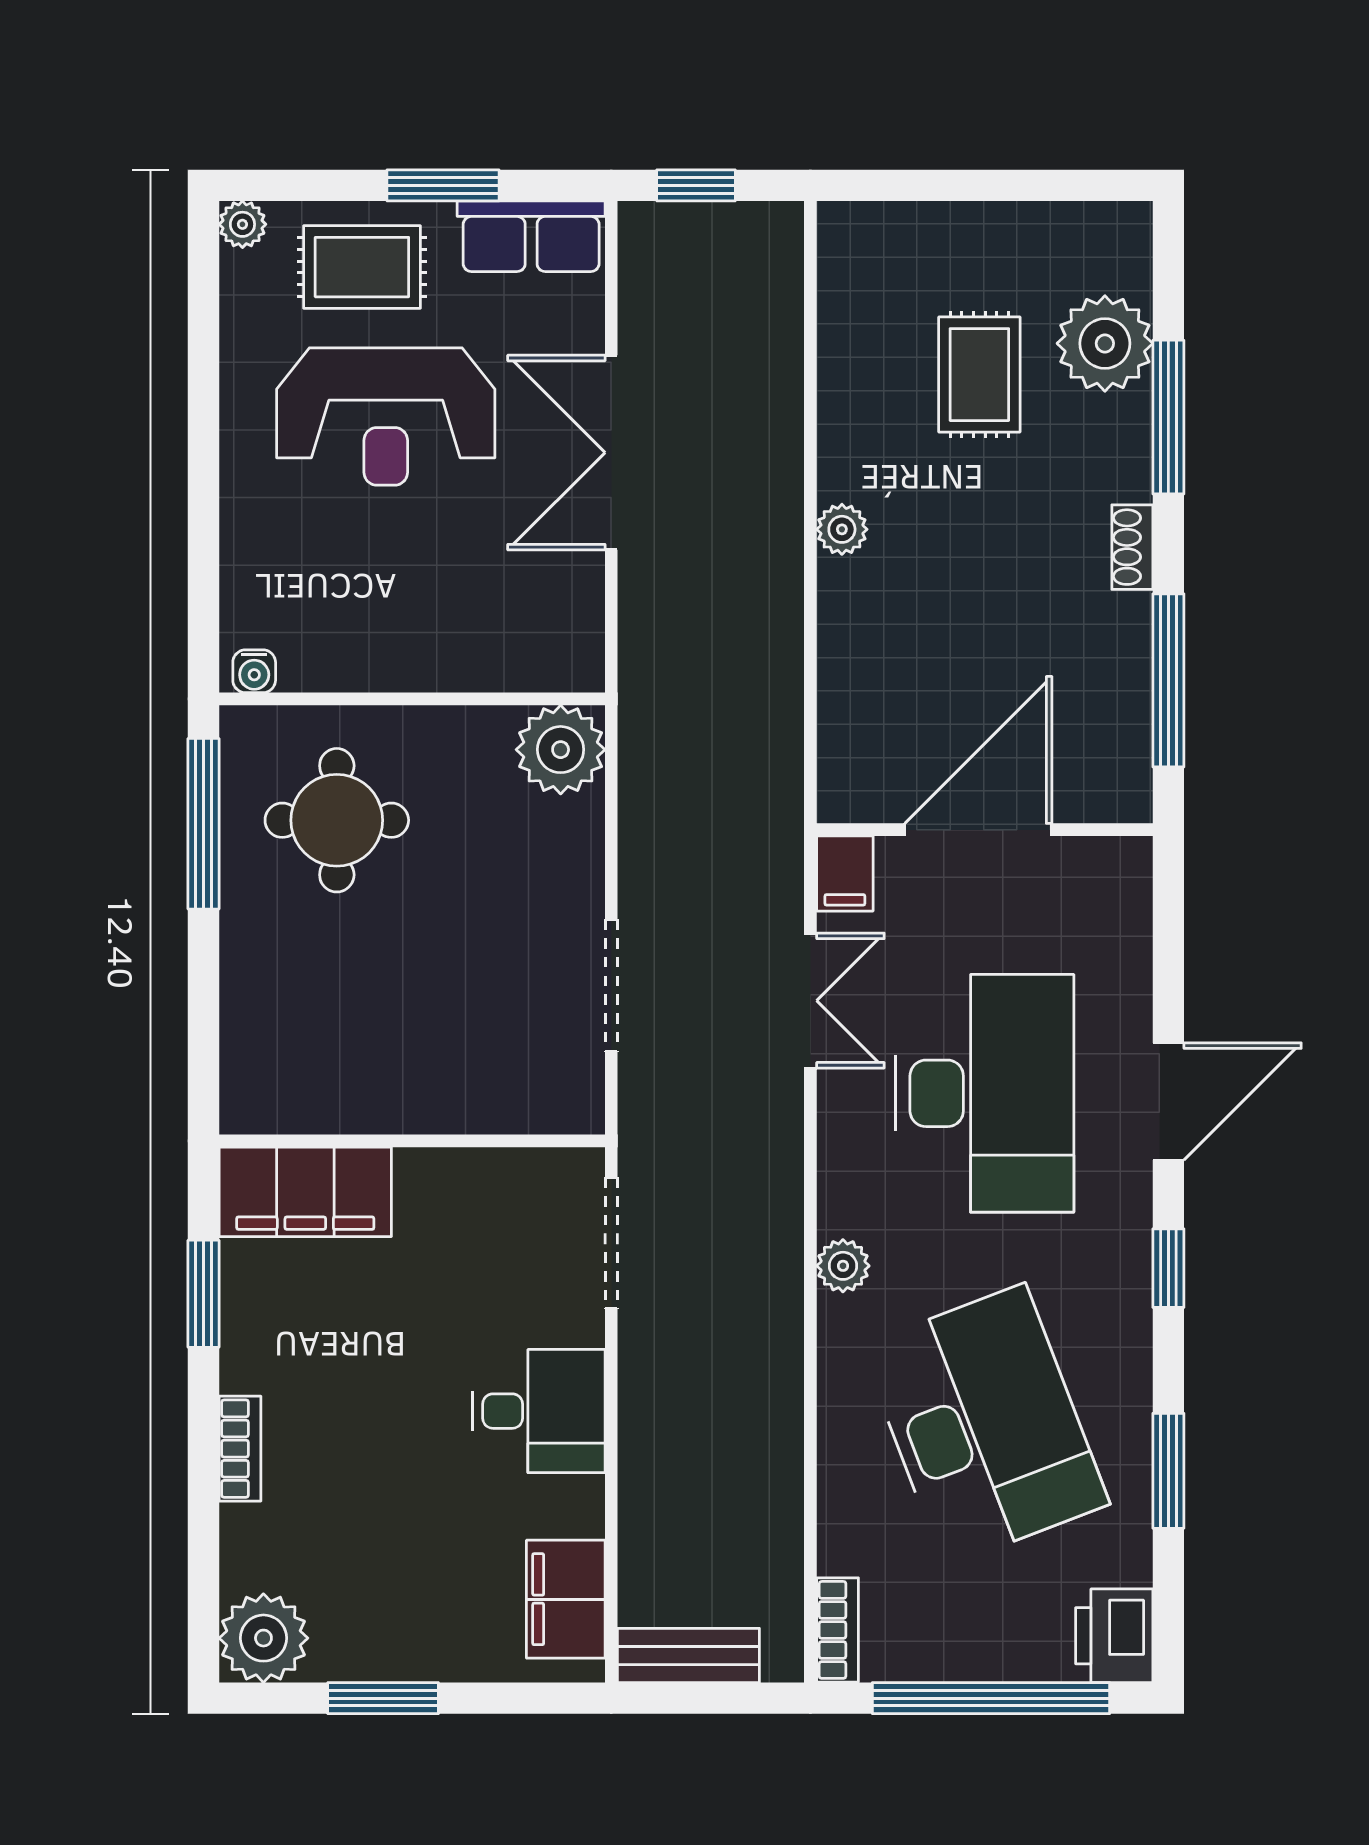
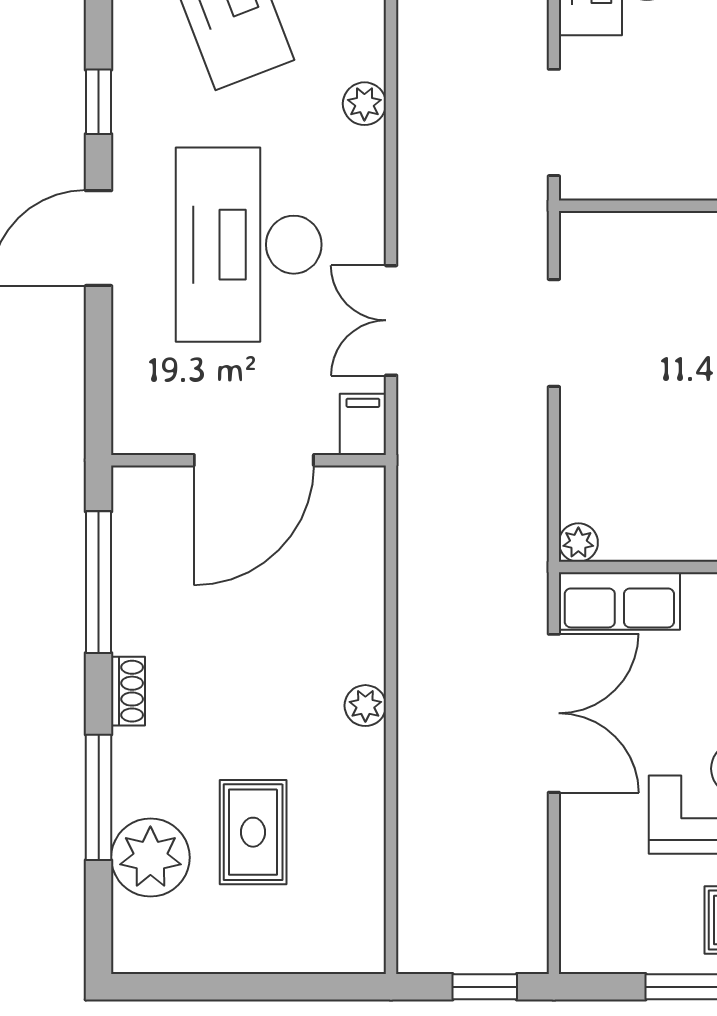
row of seats: (531, 236) -> (619, 601), moved, turned 180
double door: (611, 453) -> (554, 713), moved
plant: (561, 750) -> (578, 543), width x0.53, depth x0.53

